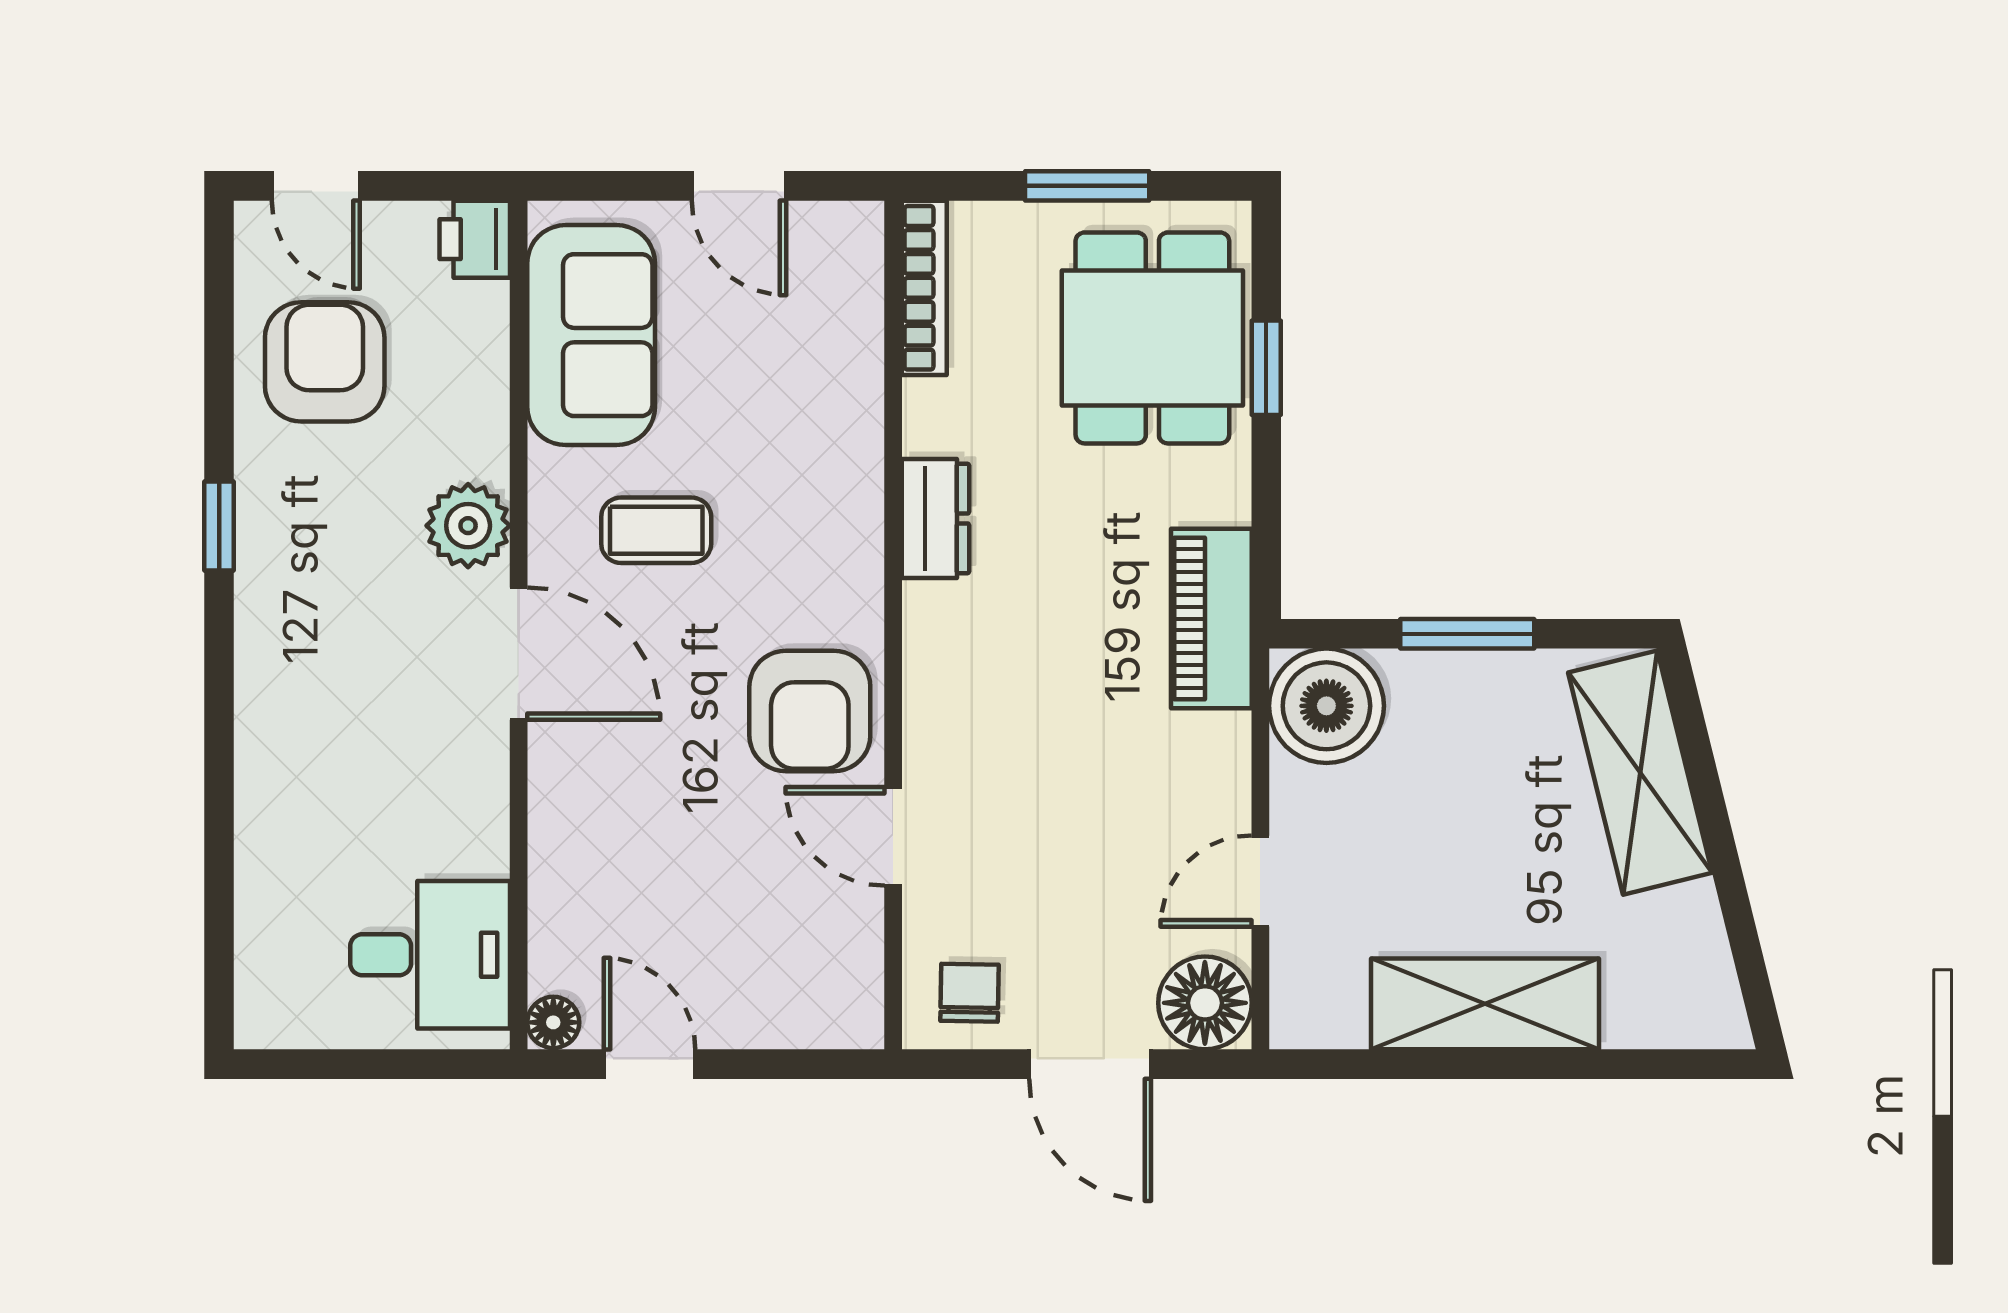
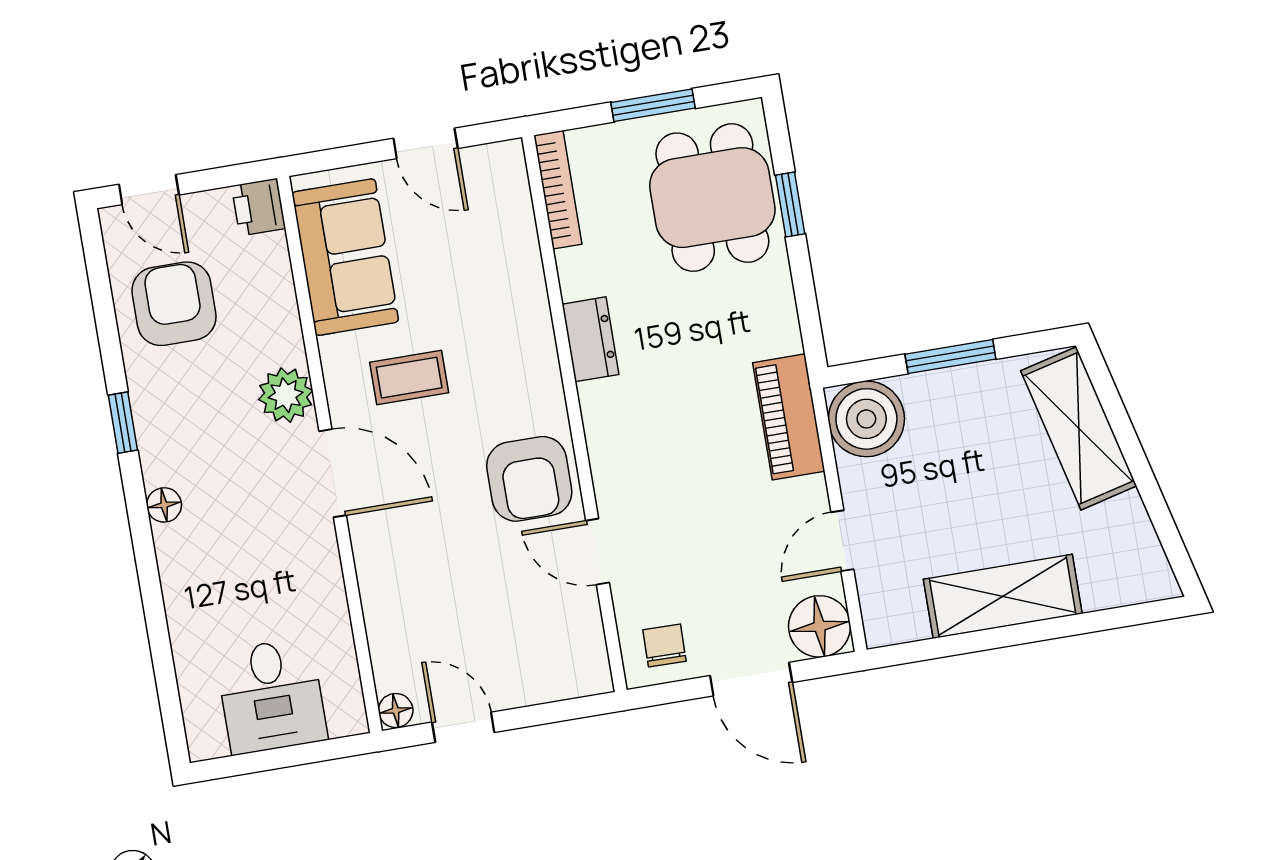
piano: (1211, 619) -> (789, 417), moved
floor lamp: (260, 659) -> (164, 505), added
desk: (430, 955) -> (271, 696), moved, turned 90

